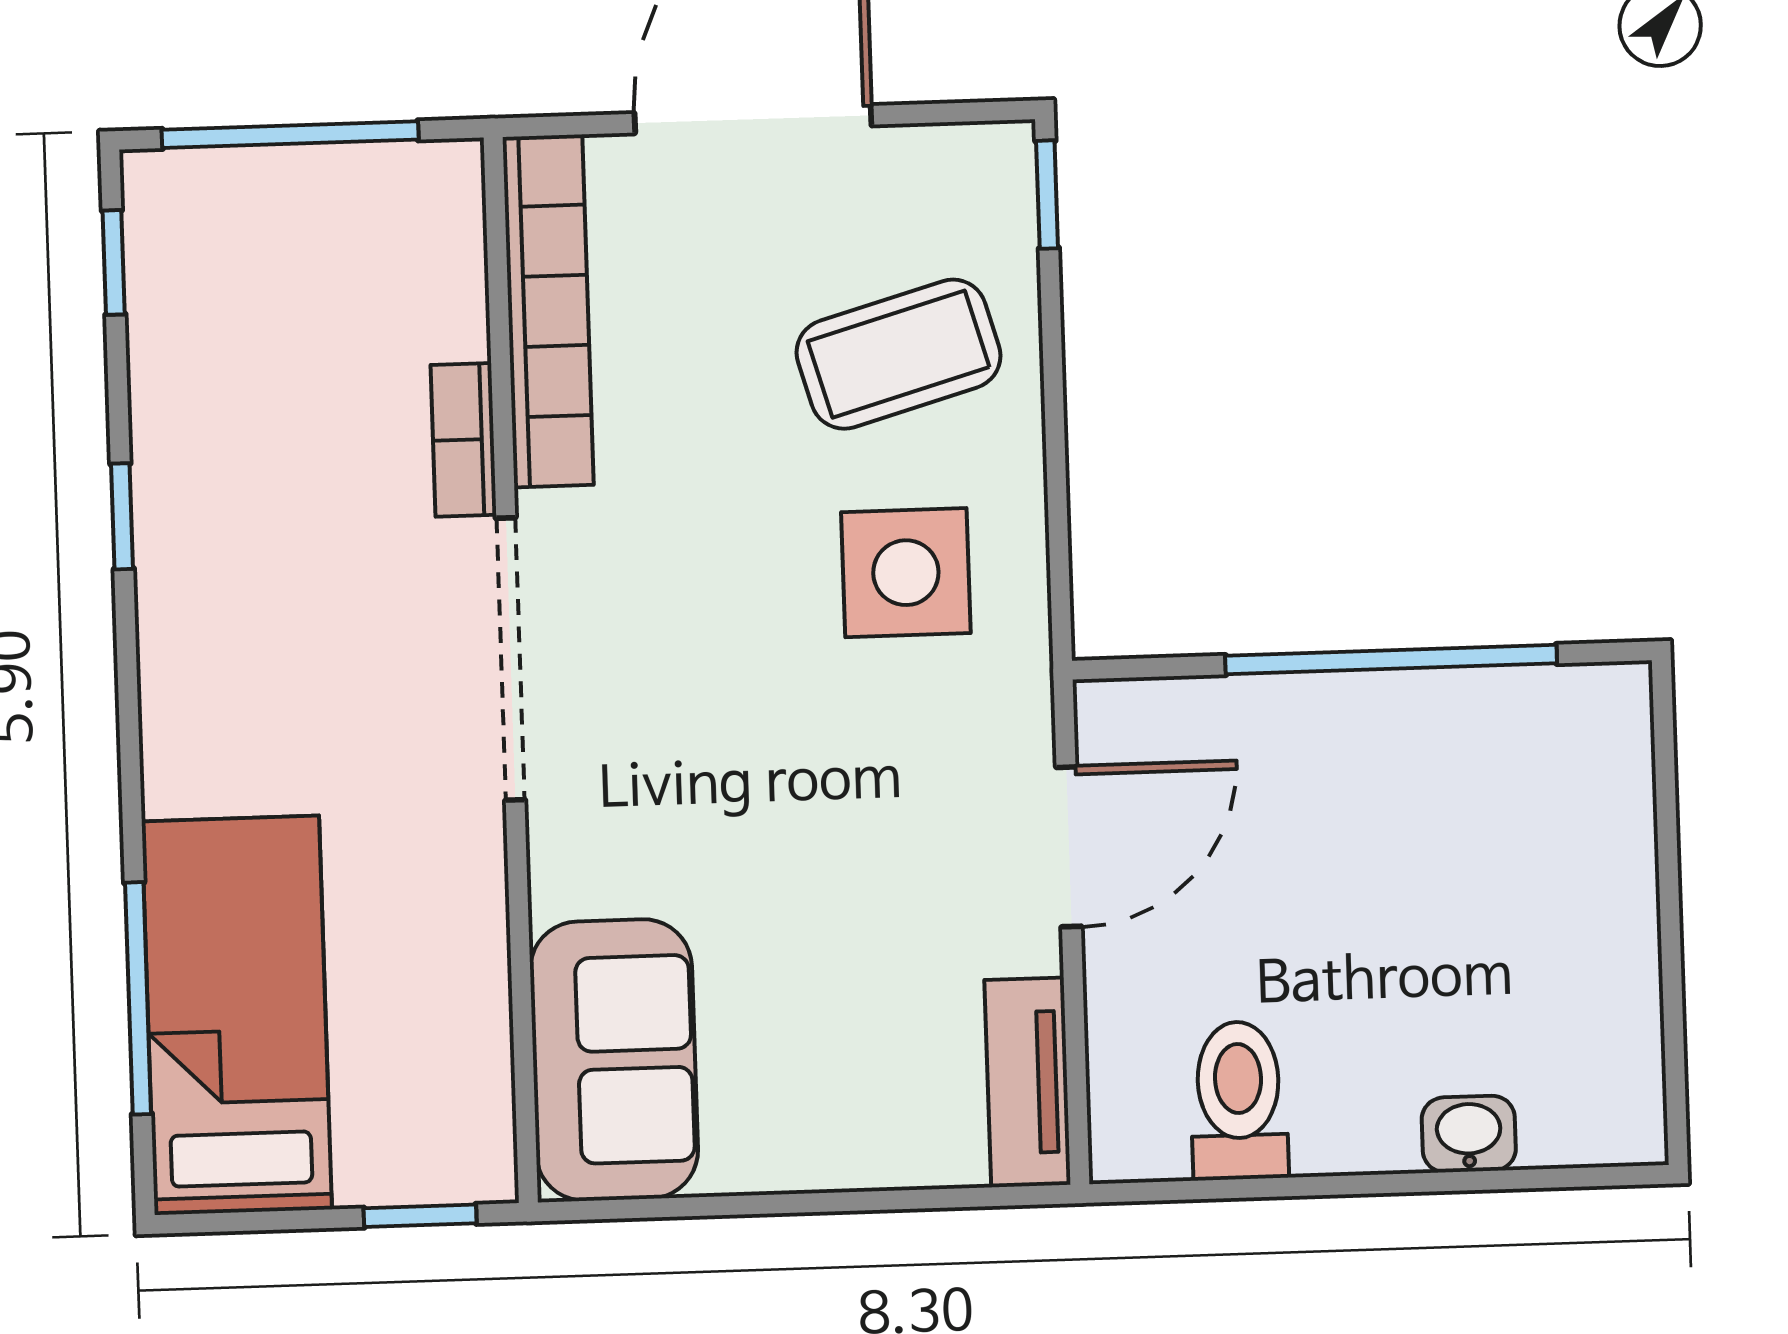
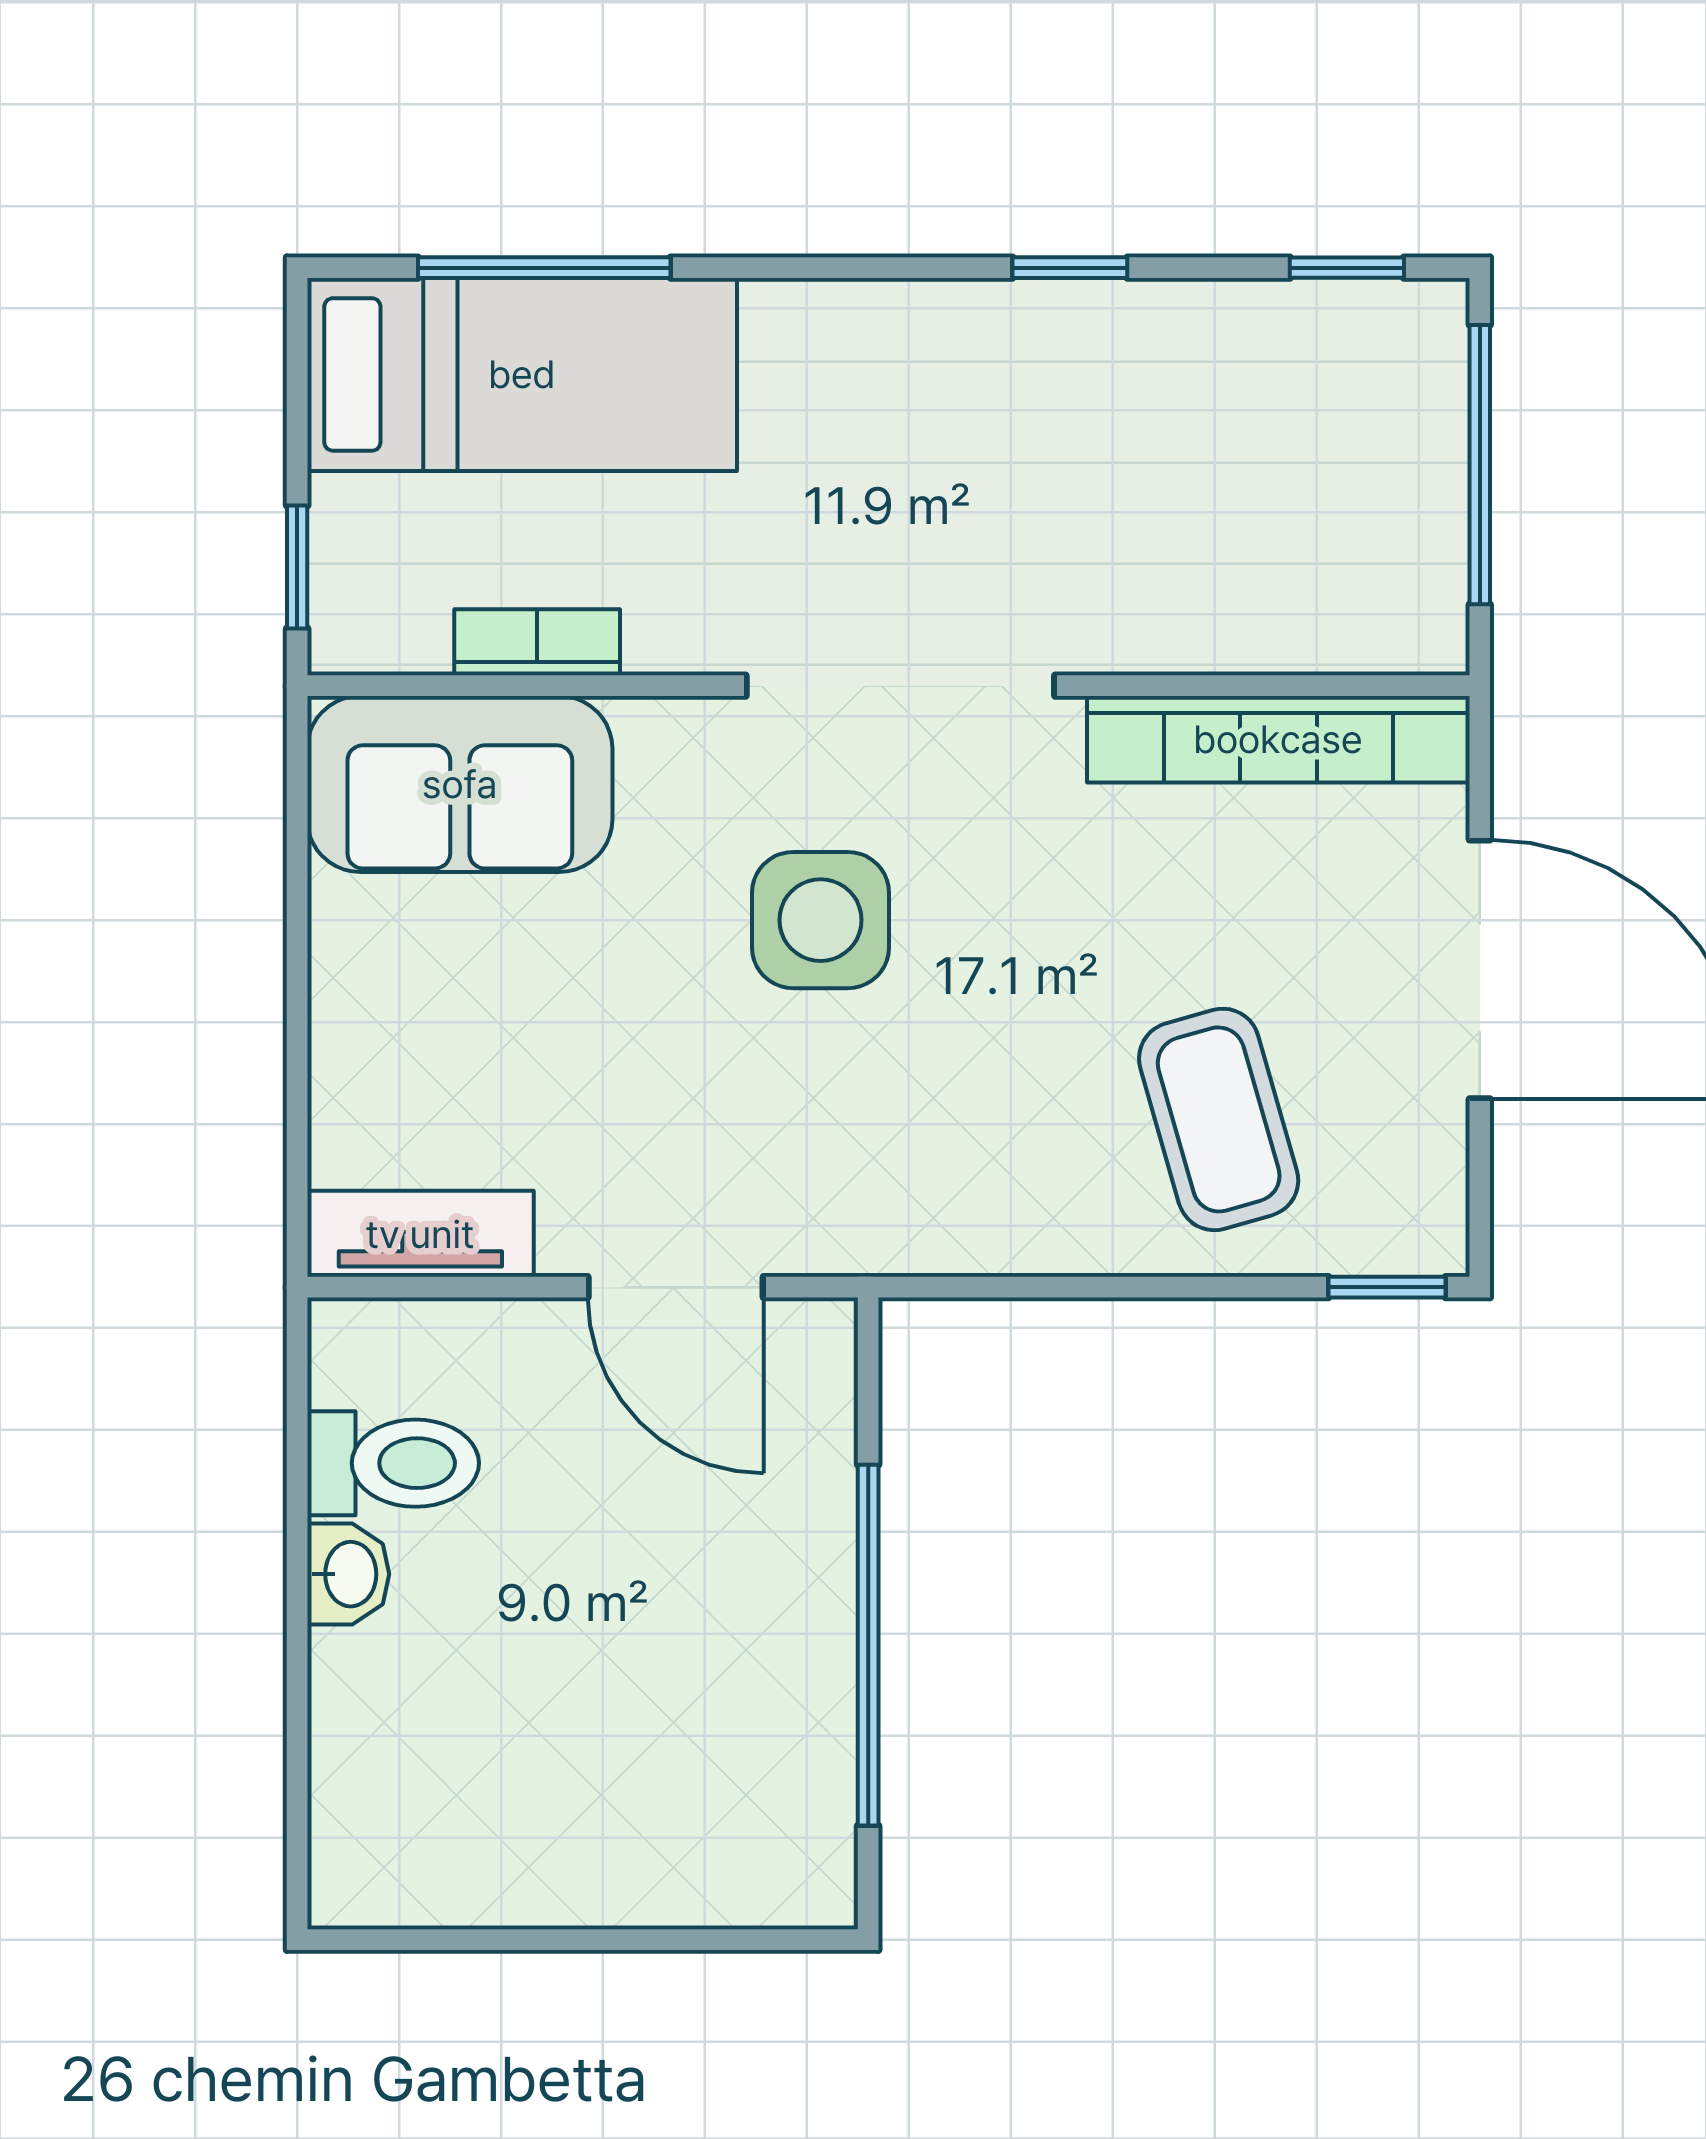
bookcase: (463, 440) -> (537, 642), moved
side table: (906, 573) -> (821, 920), moved
washbasin: (1469, 1134) -> (348, 1574), moved

